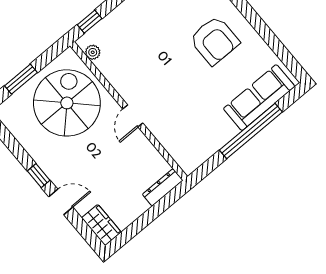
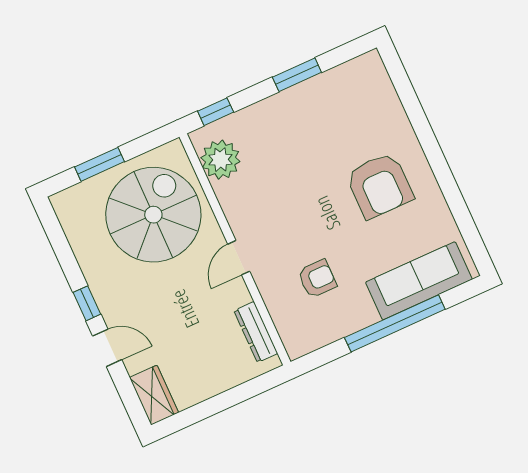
plant: (93, 52) -> (220, 160), width x1.87, depth x1.87
armchair: (190, 115) -> (317, 279), added
dresser: (163, 187) -> (256, 332), moved, turned -90

